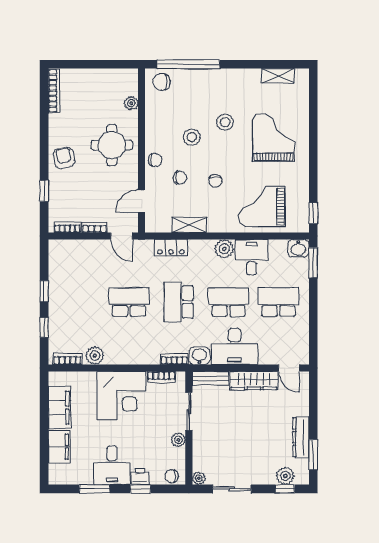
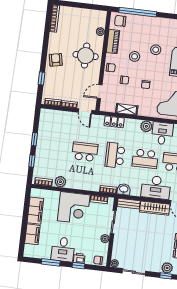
piano: (154, 117) -> (113, 42), added
school desk: (229, 302) -> (145, 159), turned 180
desk: (234, 346) -> (156, 187), moved

